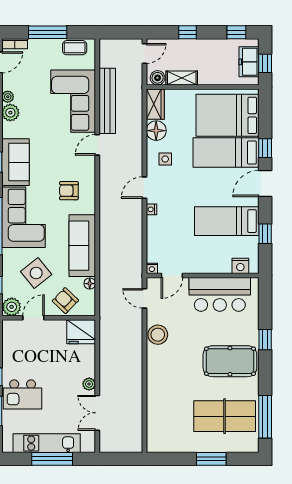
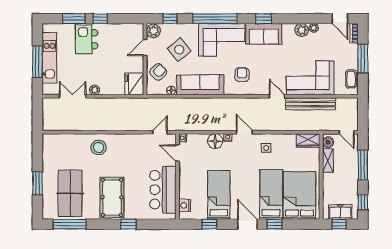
window: (187, 32) -> (363, 165), width x2.17
floor lamp: (156, 131) -> (215, 141), moved
door: (33, 318) -> (145, 48), swing flipped
stool: (158, 335) -> (99, 148), moved

